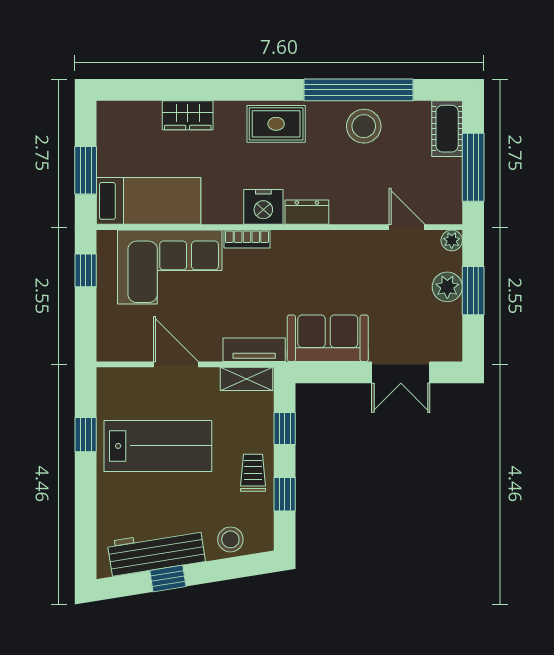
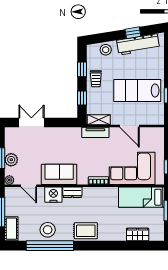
wardrobe: (188, 115) -> (138, 235), moved
nightstand: (263, 207) -> (53, 195), moved
sofa: (328, 338) -> (59, 174), moved, turned 180

